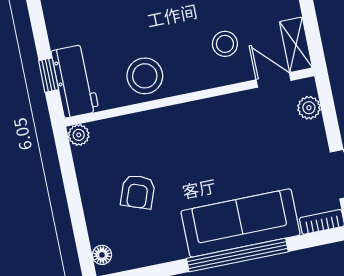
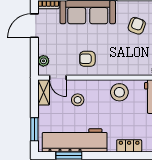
armchair: (222, 130) -> (87, 59), added
armchair: (138, 192) -> (137, 26), moved

